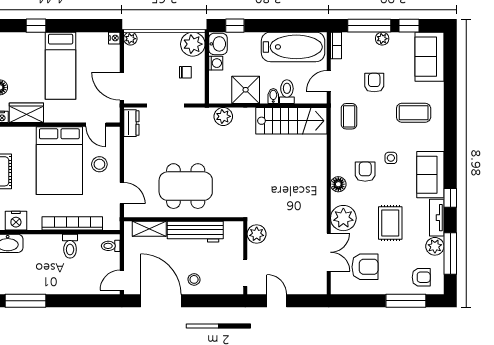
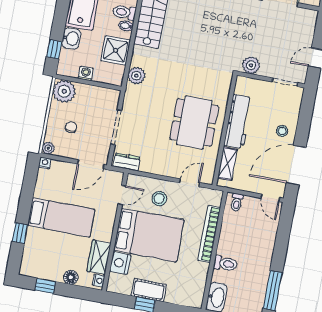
washbasin: (218, 44) -> (71, 39), moved, turned 90
chair: (185, 72) -> (71, 127), moved
nightstand: (16, 221) -> (120, 263), moved, turned 180
toilet: (70, 246) -> (225, 264), moved

